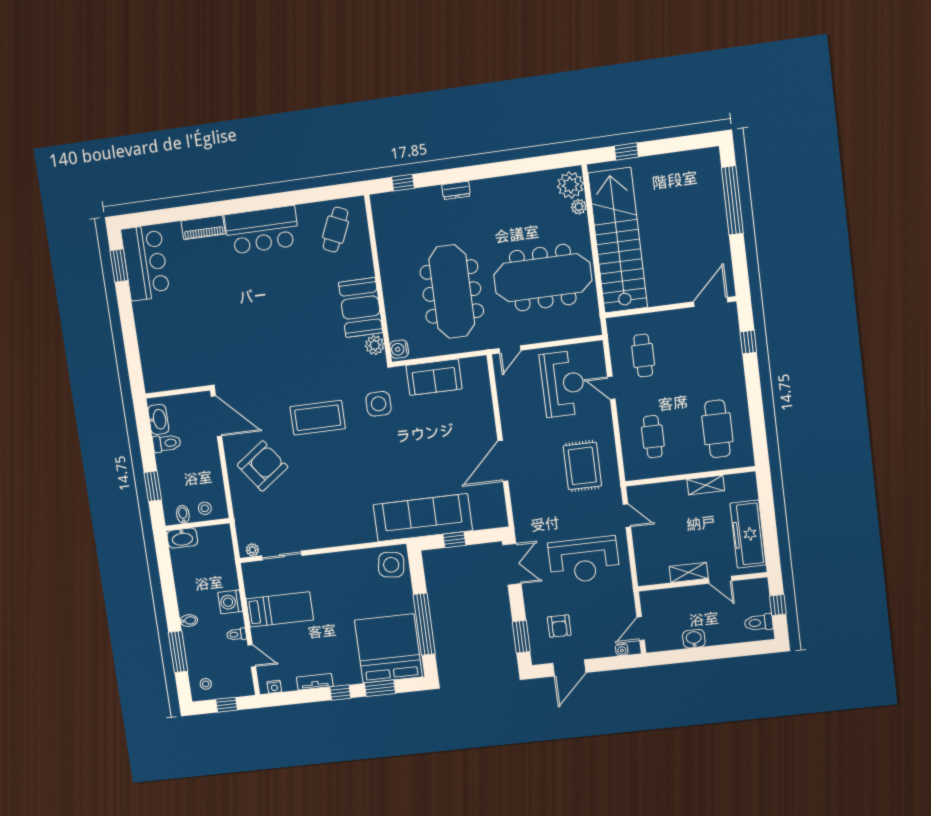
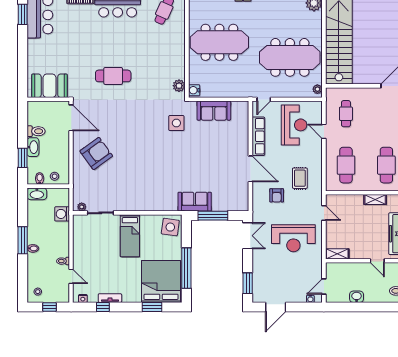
plant: (579, 207) -> (317, 89), moved
meeting table: (452, 292) -> (219, 42), moved, turned 90
booth: (361, 308) -> (49, 86), moved, turned 90
cafe table: (271, 343) -> (113, 76), added
row of seats: (509, 409) -> (258, 136), added
coffee table: (318, 418) -> (136, 127), removed
washbasin: (158, 419) -> (33, 147), moved
cafe table: (653, 437) -> (346, 165), width x1.37, depth x1.35
door: (503, 461) -> (250, 169), swing flipped
rug: (582, 466) -> (300, 178), width x0.73, depth x0.70
sofa: (423, 518) -> (195, 202), width x0.54, depth x0.79
window: (454, 540) -> (213, 216), width x2.17
shelving: (689, 572) -> (337, 254), moved
washing machine: (230, 602) -> (62, 214), moved
bed: (280, 609) -> (130, 236), moved, turned 90
armchair: (559, 626) -> (277, 195), moved
window: (178, 652) -> (23, 240), moved
window: (340, 693) -> (103, 307), moved

